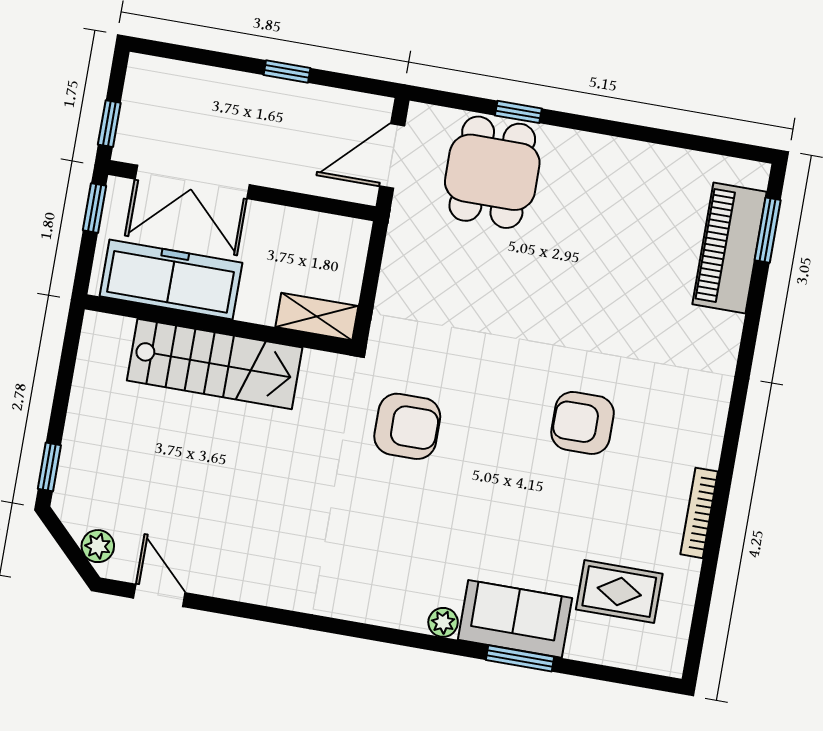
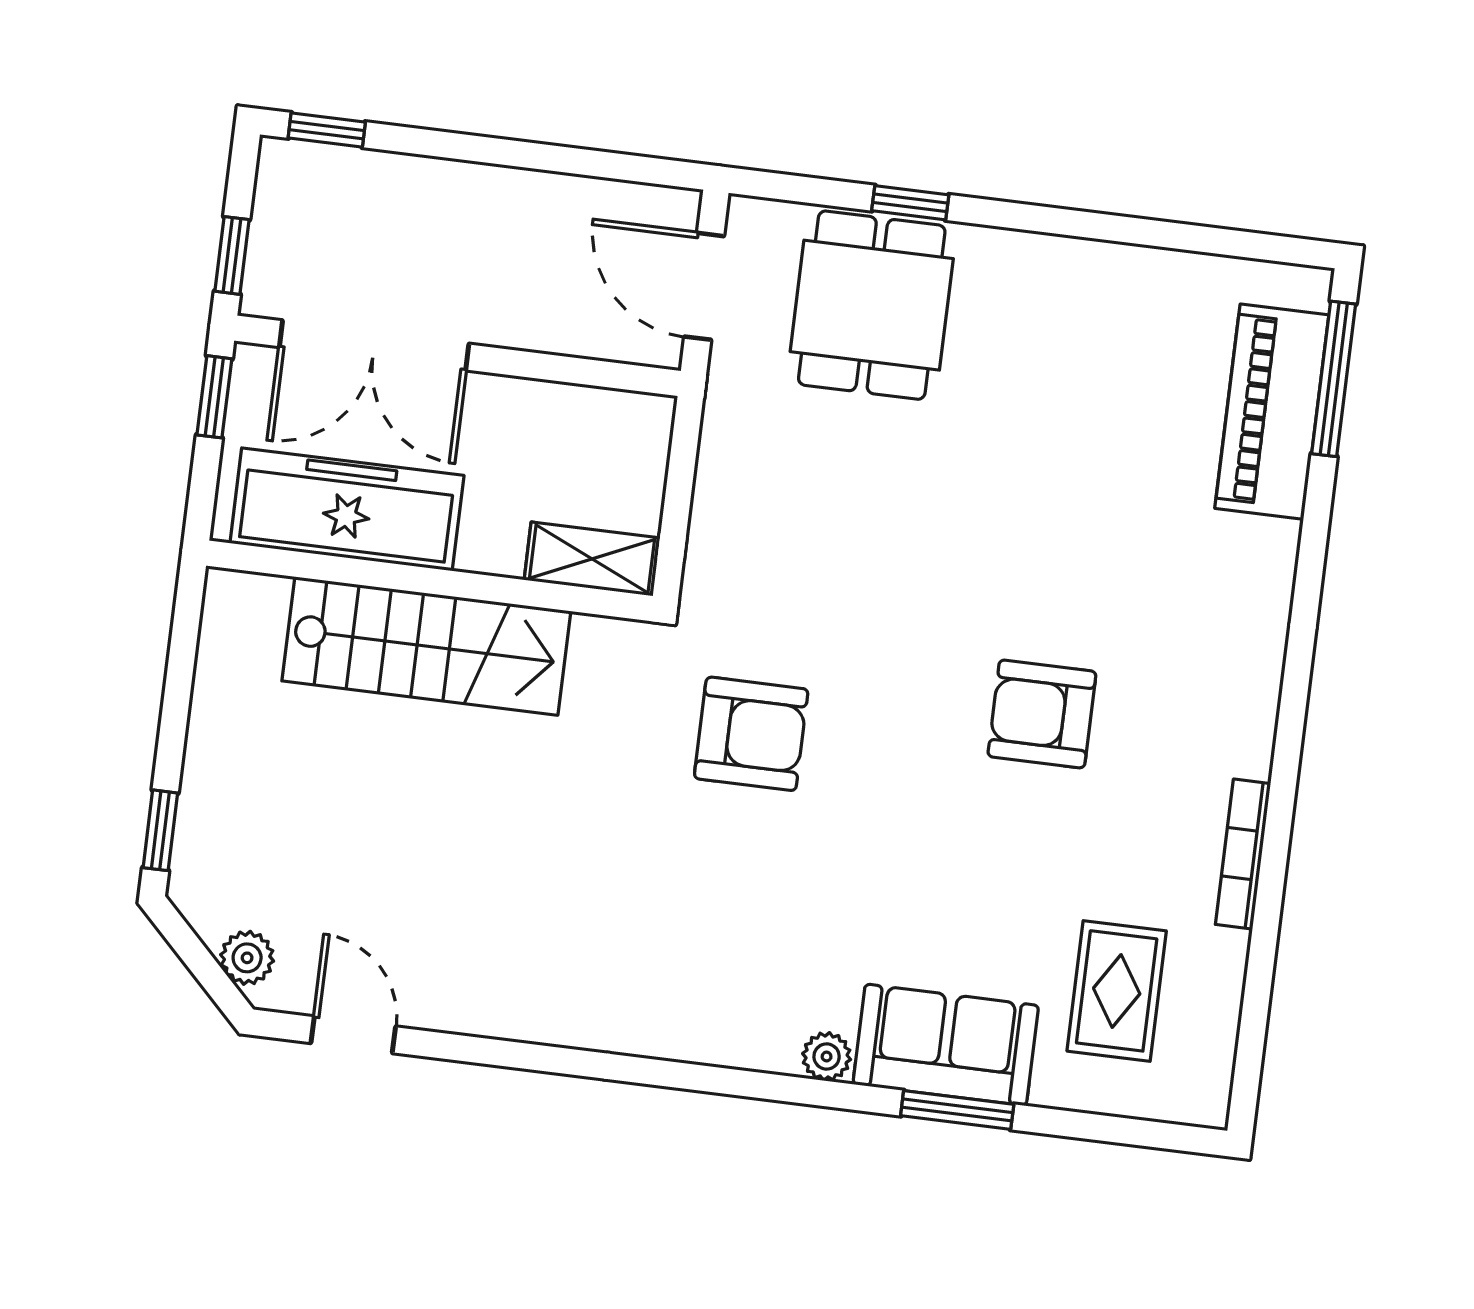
window: (287, 72) -> (327, 130), moved
door: (392, 156) -> (704, 286), hinge flipped
window: (768, 230) -> (1334, 379), width x1.44
rug: (619, 592) -> (1117, 991), turned 90

